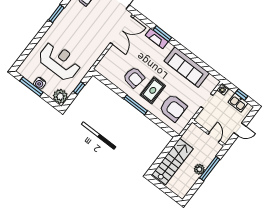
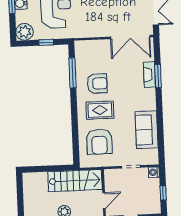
sofa: (187, 67) -> (147, 130), width x0.73
armchair: (134, 77) -> (97, 84), turned -100
kitchen sink: (238, 103) -> (153, 196), removed
window: (136, 105) -> (72, 73), moved
stairs: (172, 162) -> (75, 181), moved

